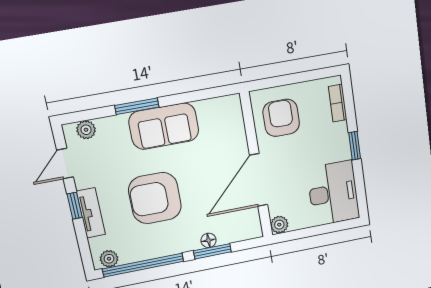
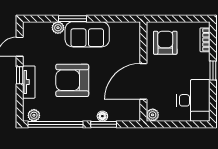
plant: (86, 130) -> (58, 28), moved

